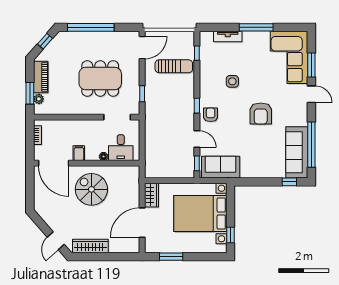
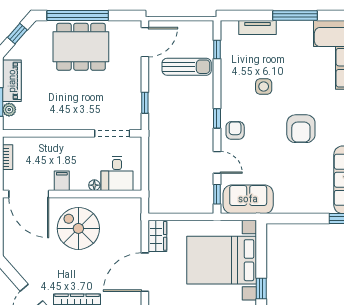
dining table: (100, 78) -> (81, 47), moved

